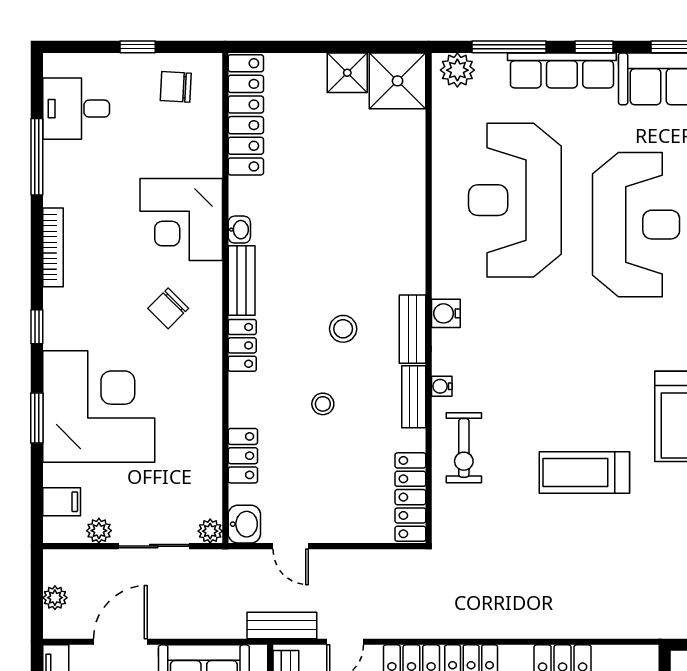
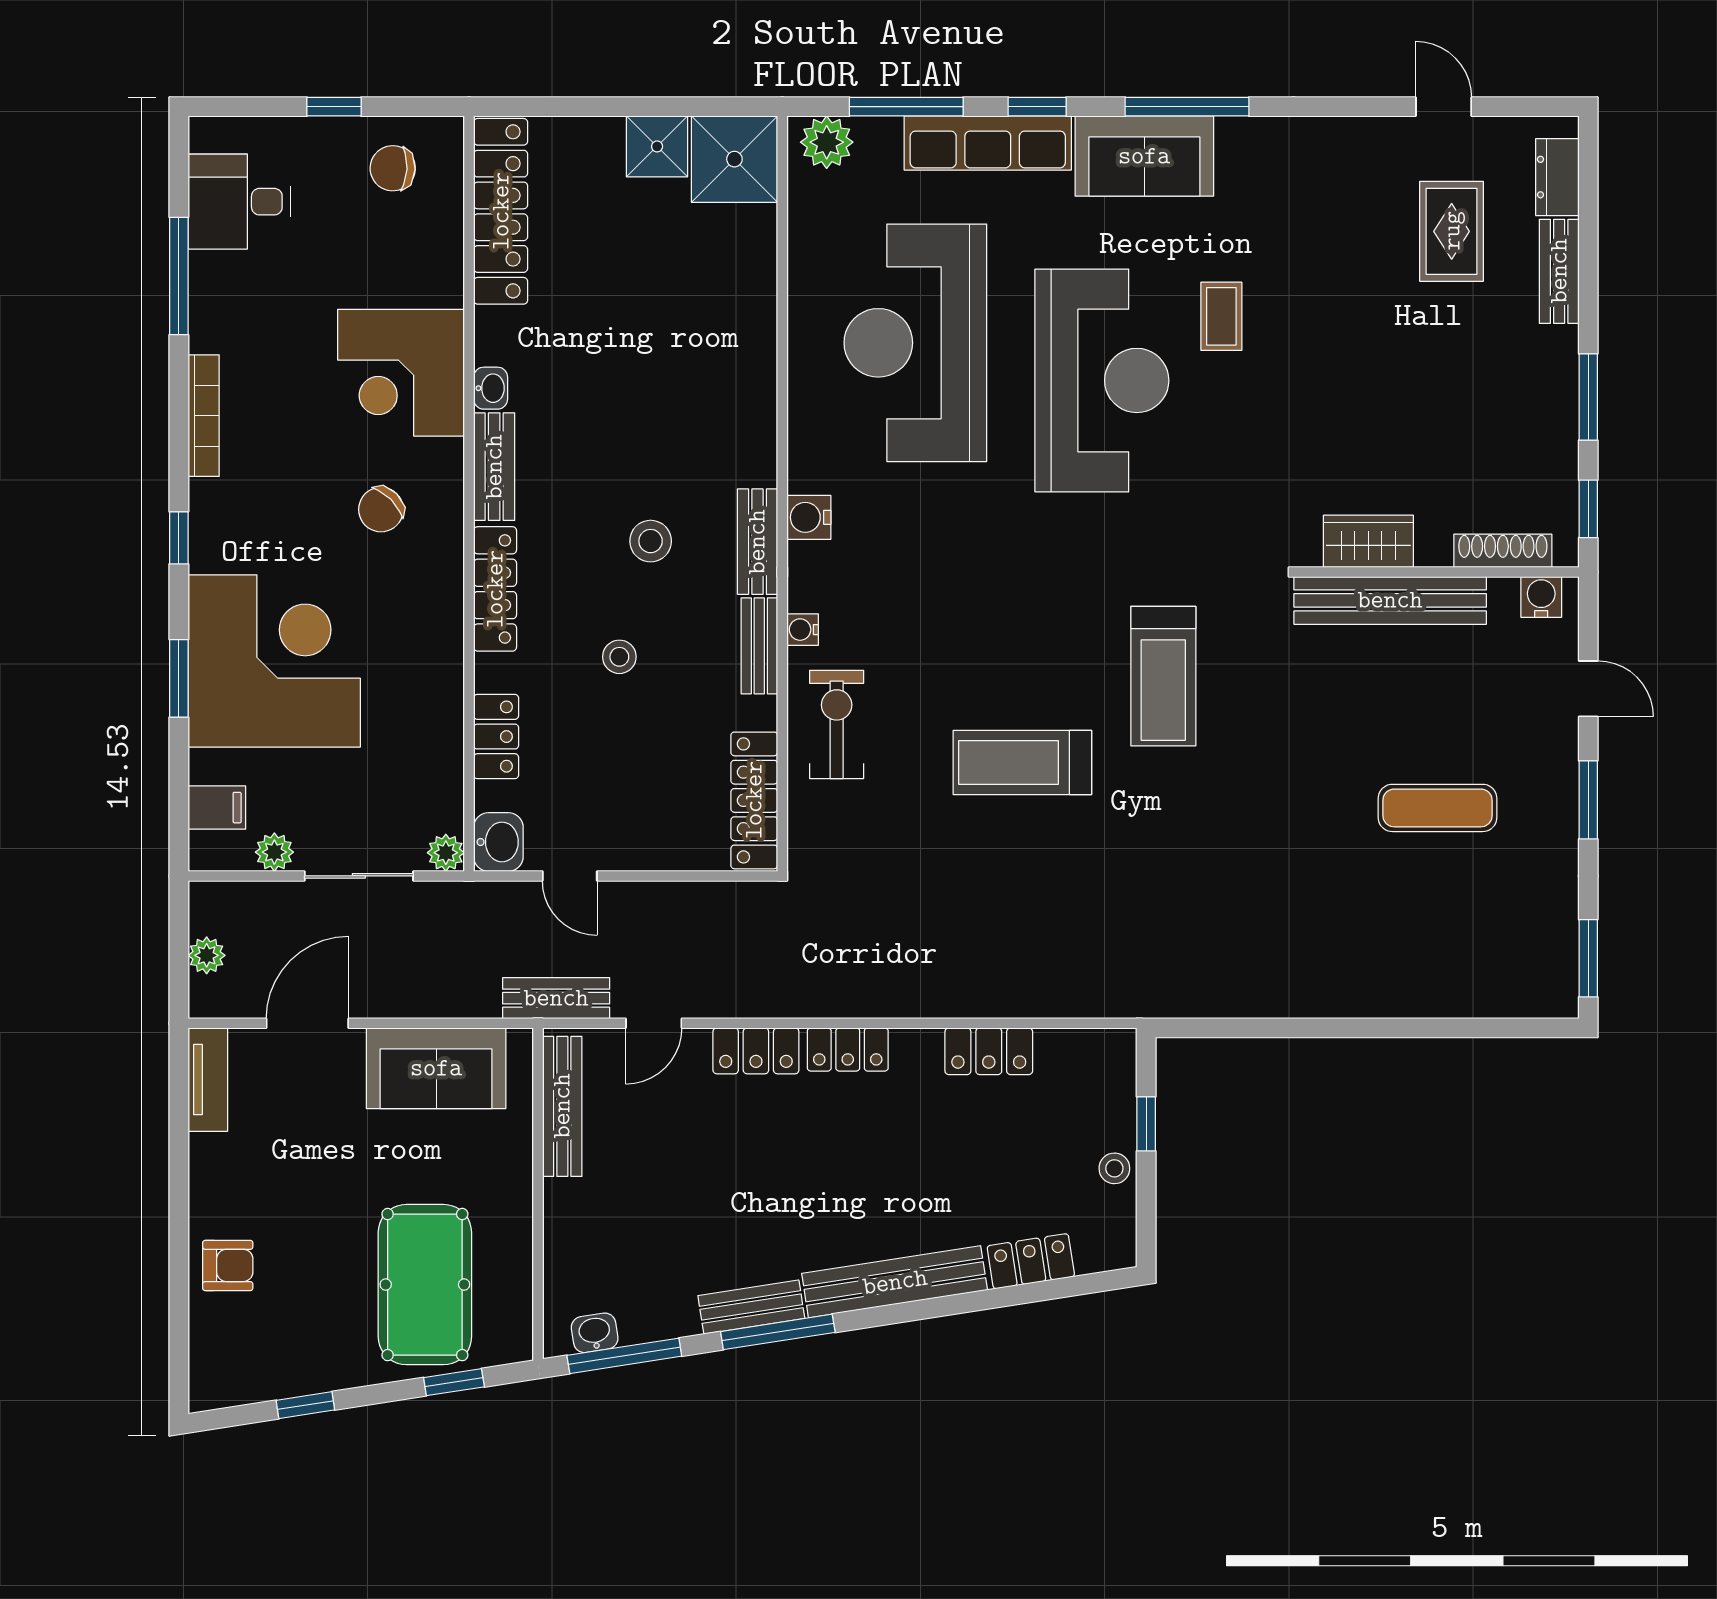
locker: (242, 345) -> (495, 589), width x1.53
exercise bike: (464, 448) -> (837, 724), turned 180

